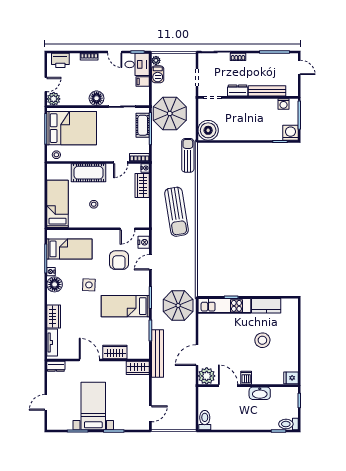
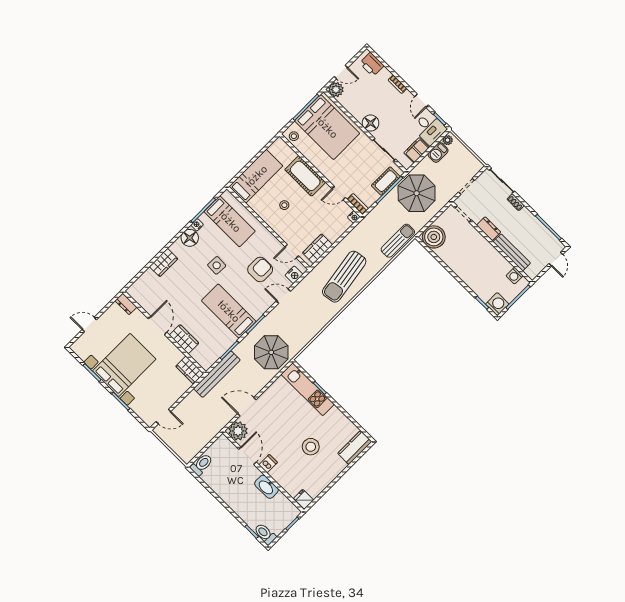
filing cabinet: (143, 82) -> (417, 150), width x2.00
wardrobe: (142, 185) -> (318, 249), moved
armchair: (119, 260) -> (260, 269), turned 180
kitchen counter: (266, 306) -> (355, 448), moved, turned 90
tv unit: (52, 342) -> (142, 282), removed
bed with nightstands: (93, 406) -> (124, 365), width x1.36

